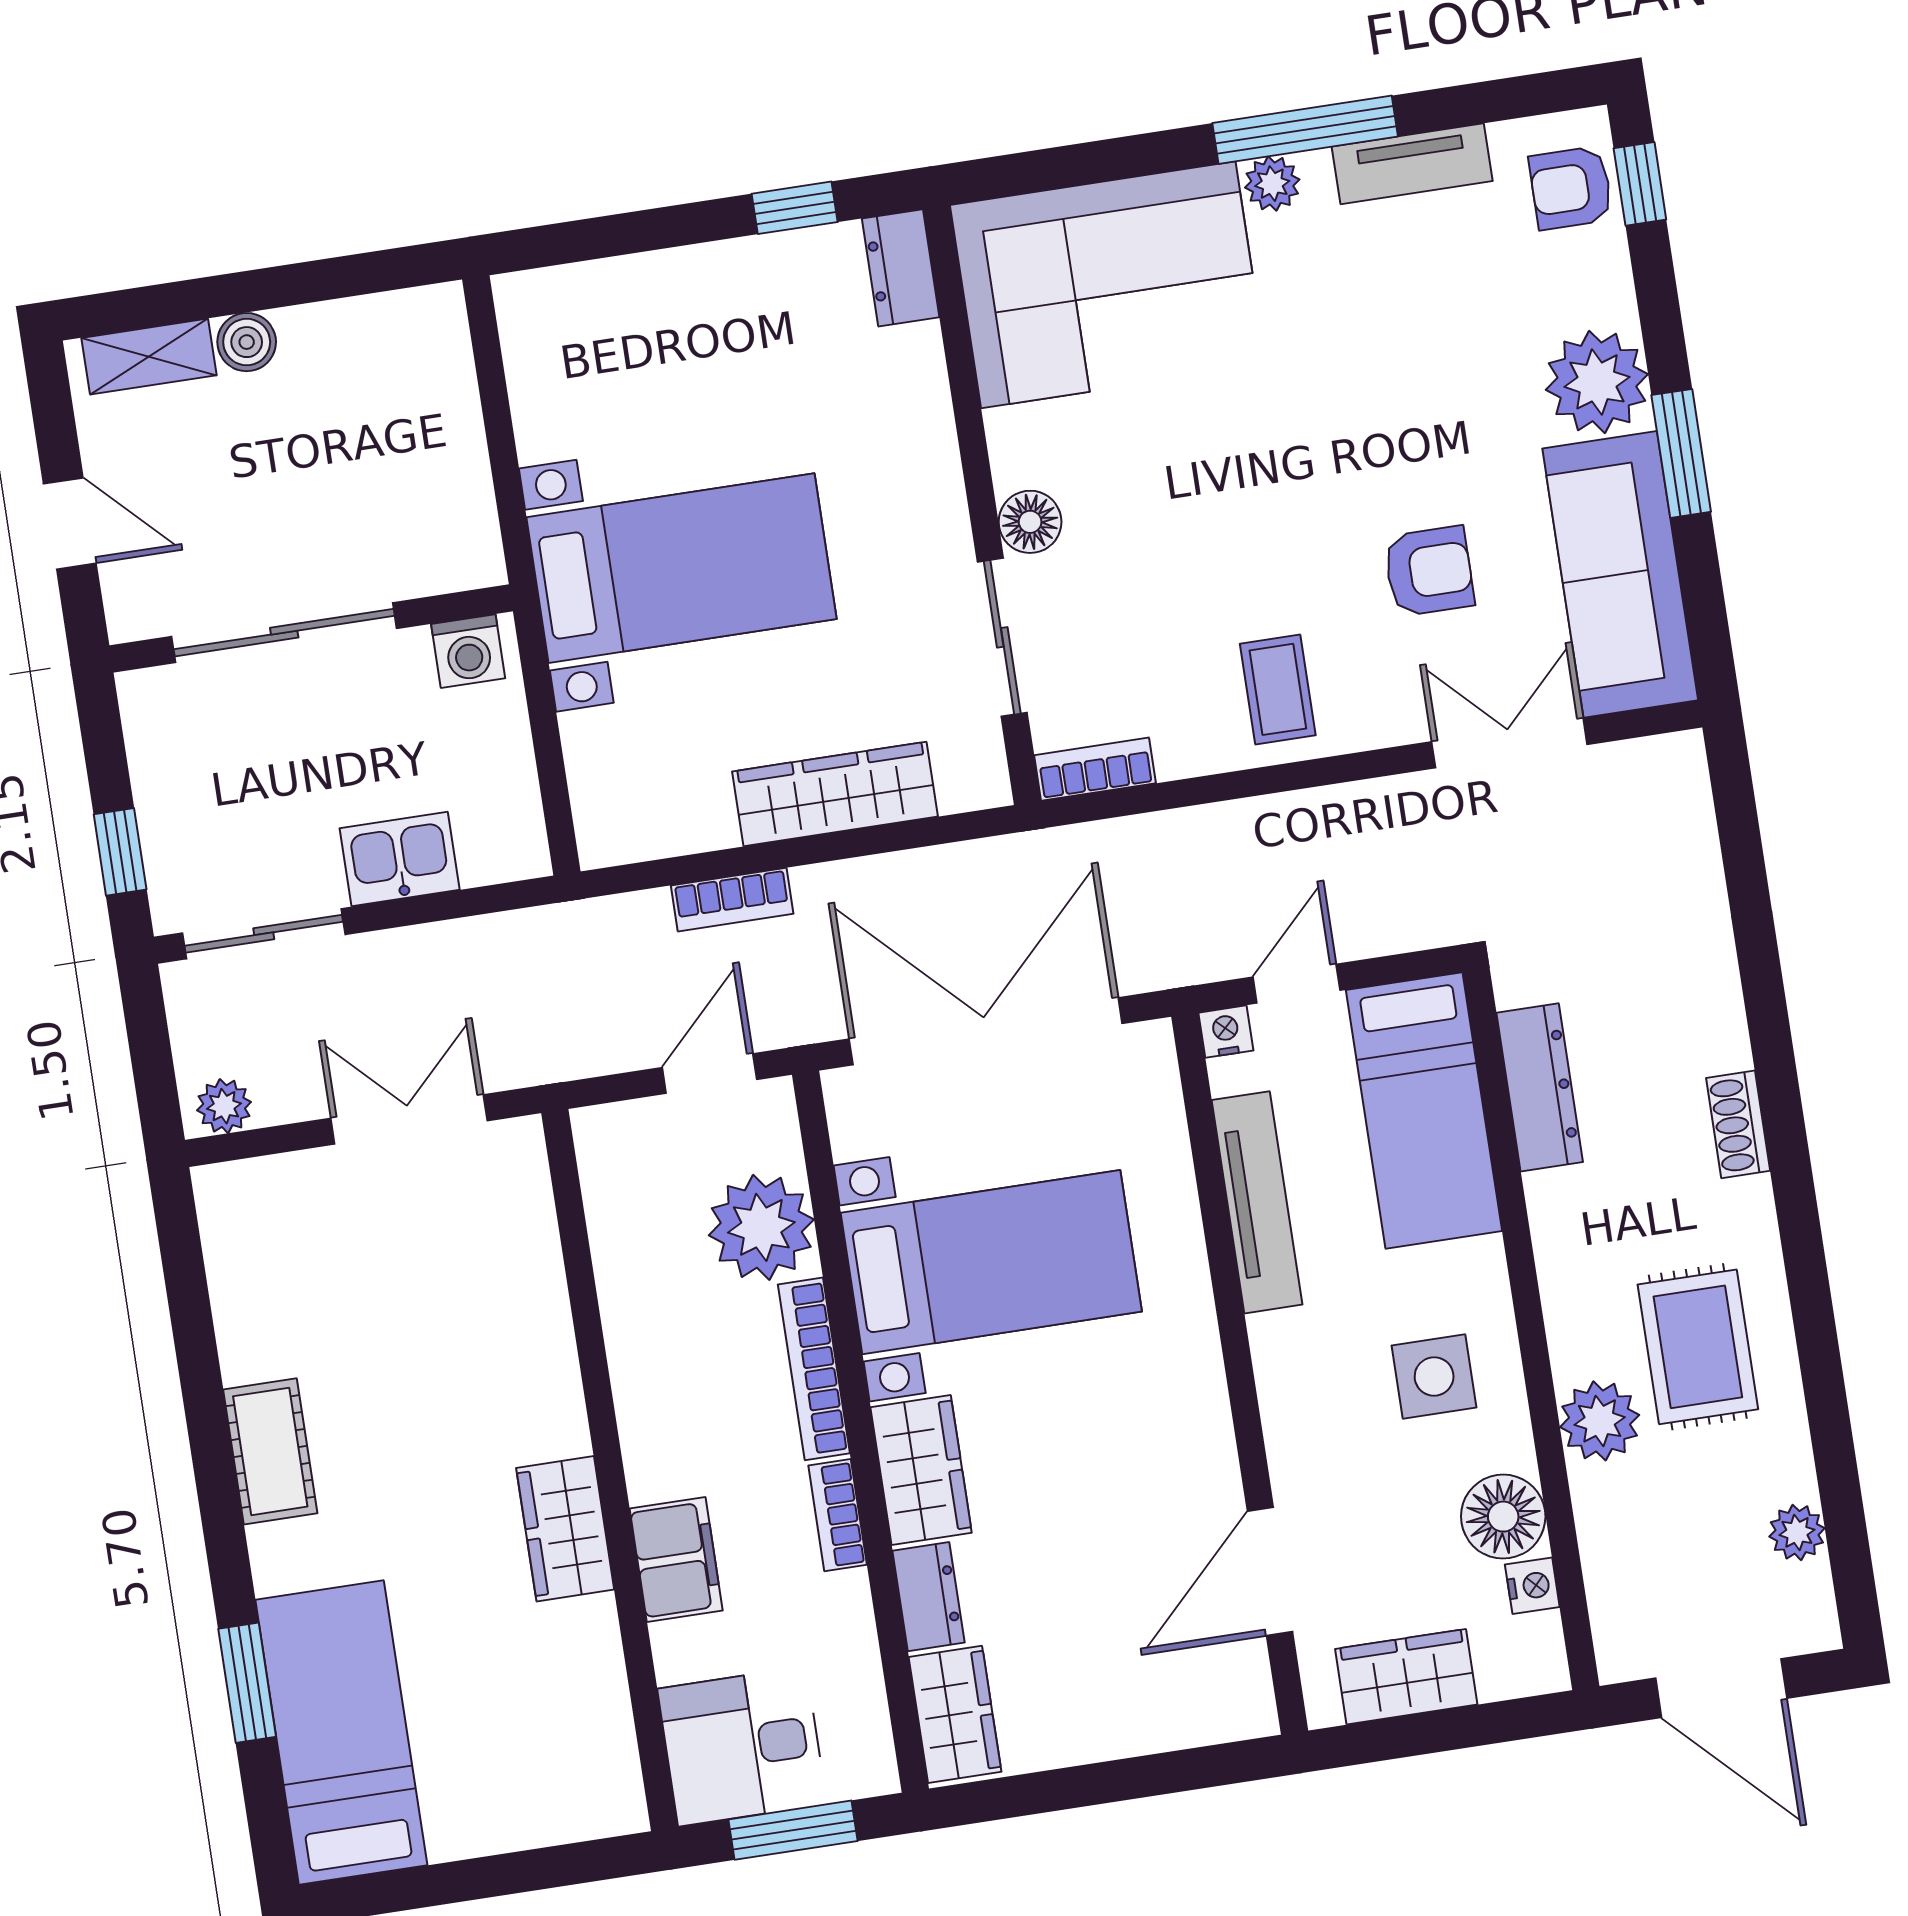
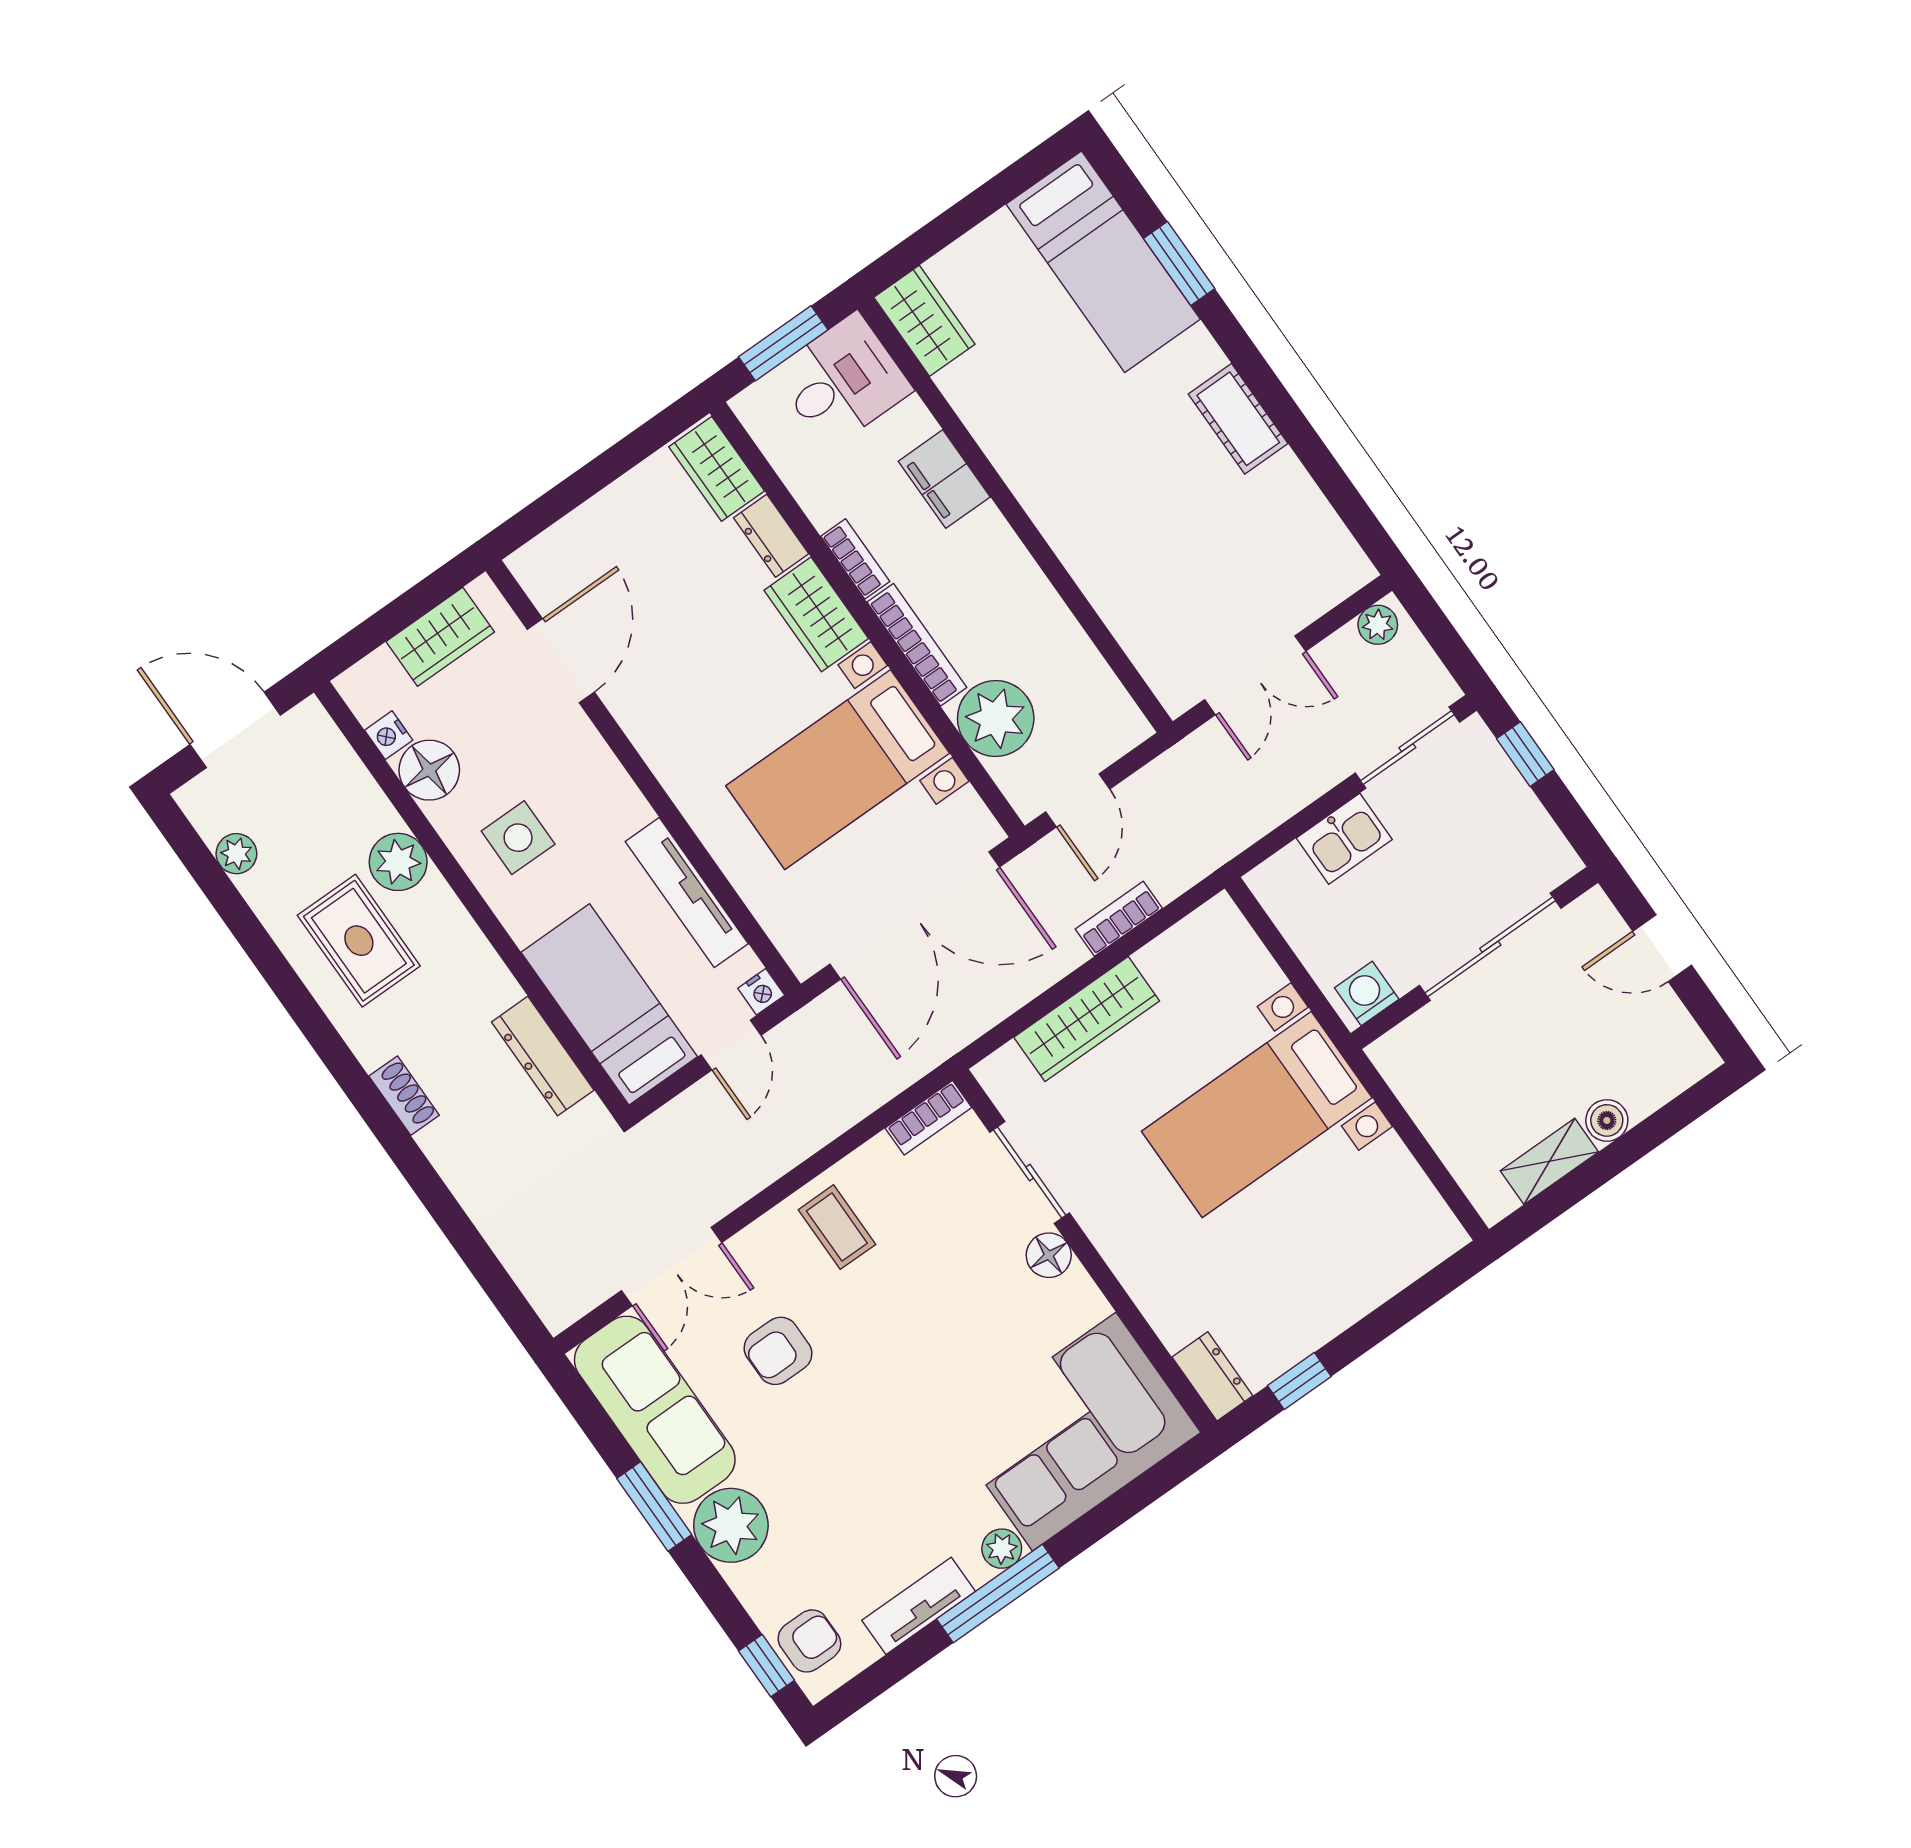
shelving: (149, 357) -> (1549, 1161), moved
wardrobe: (565, 1529) -> (924, 321), moved

